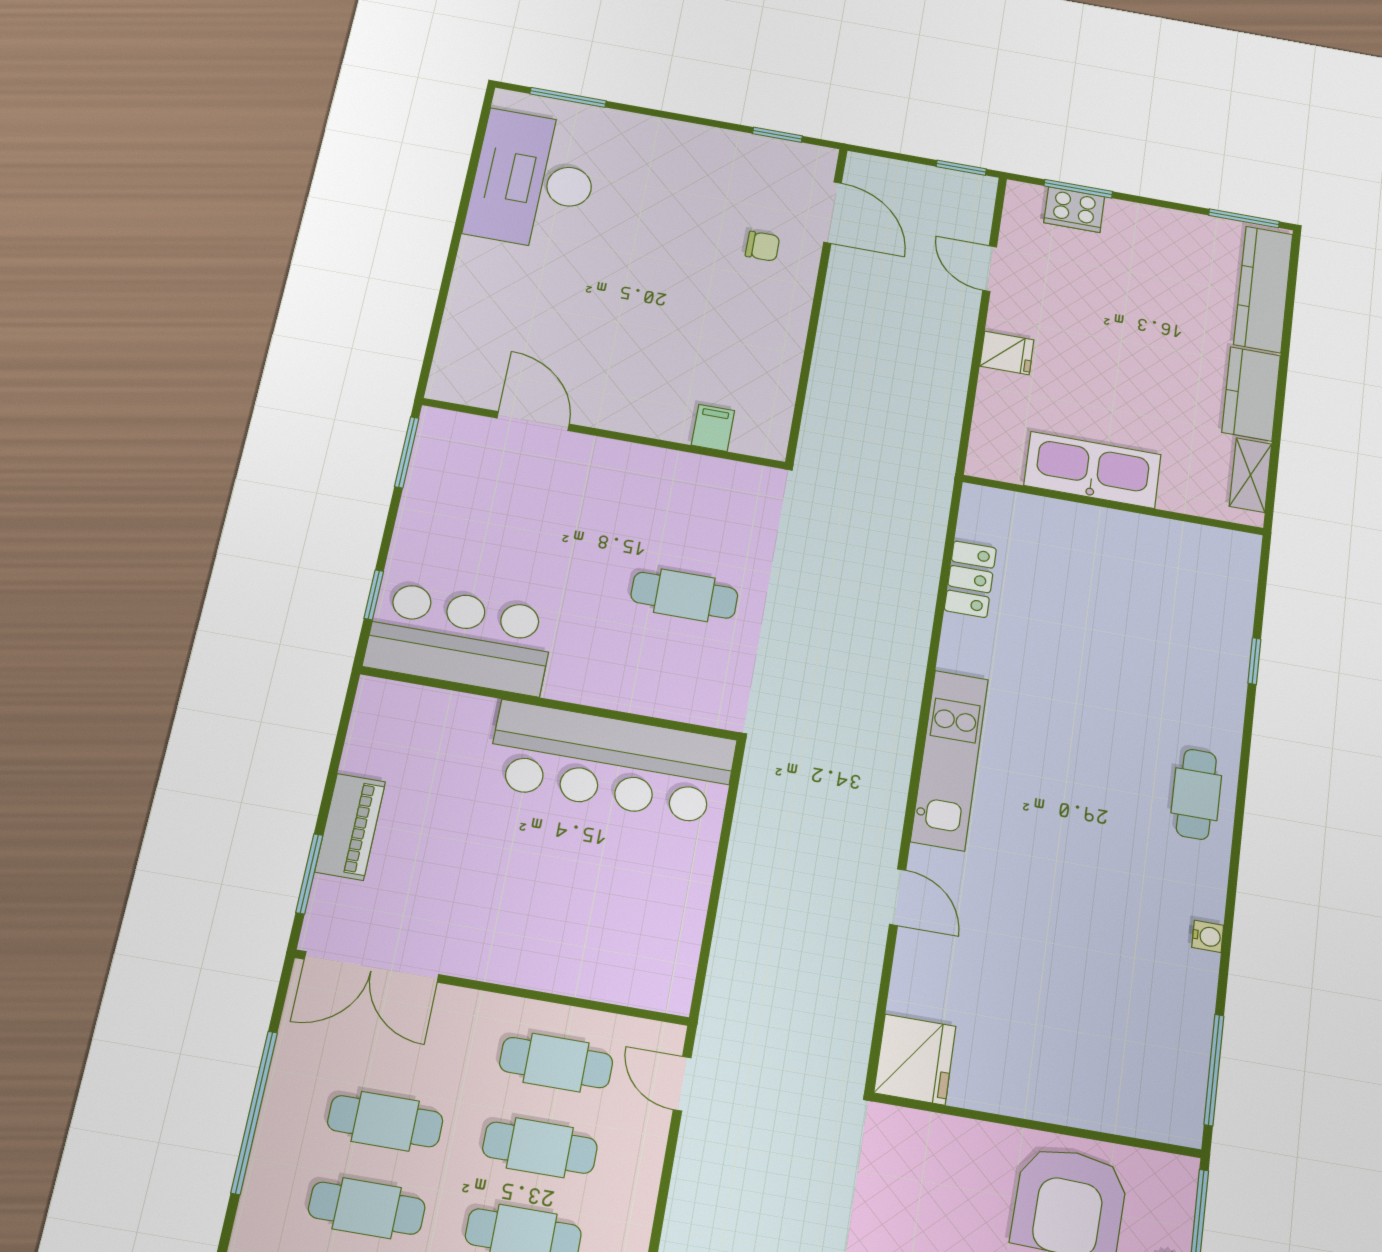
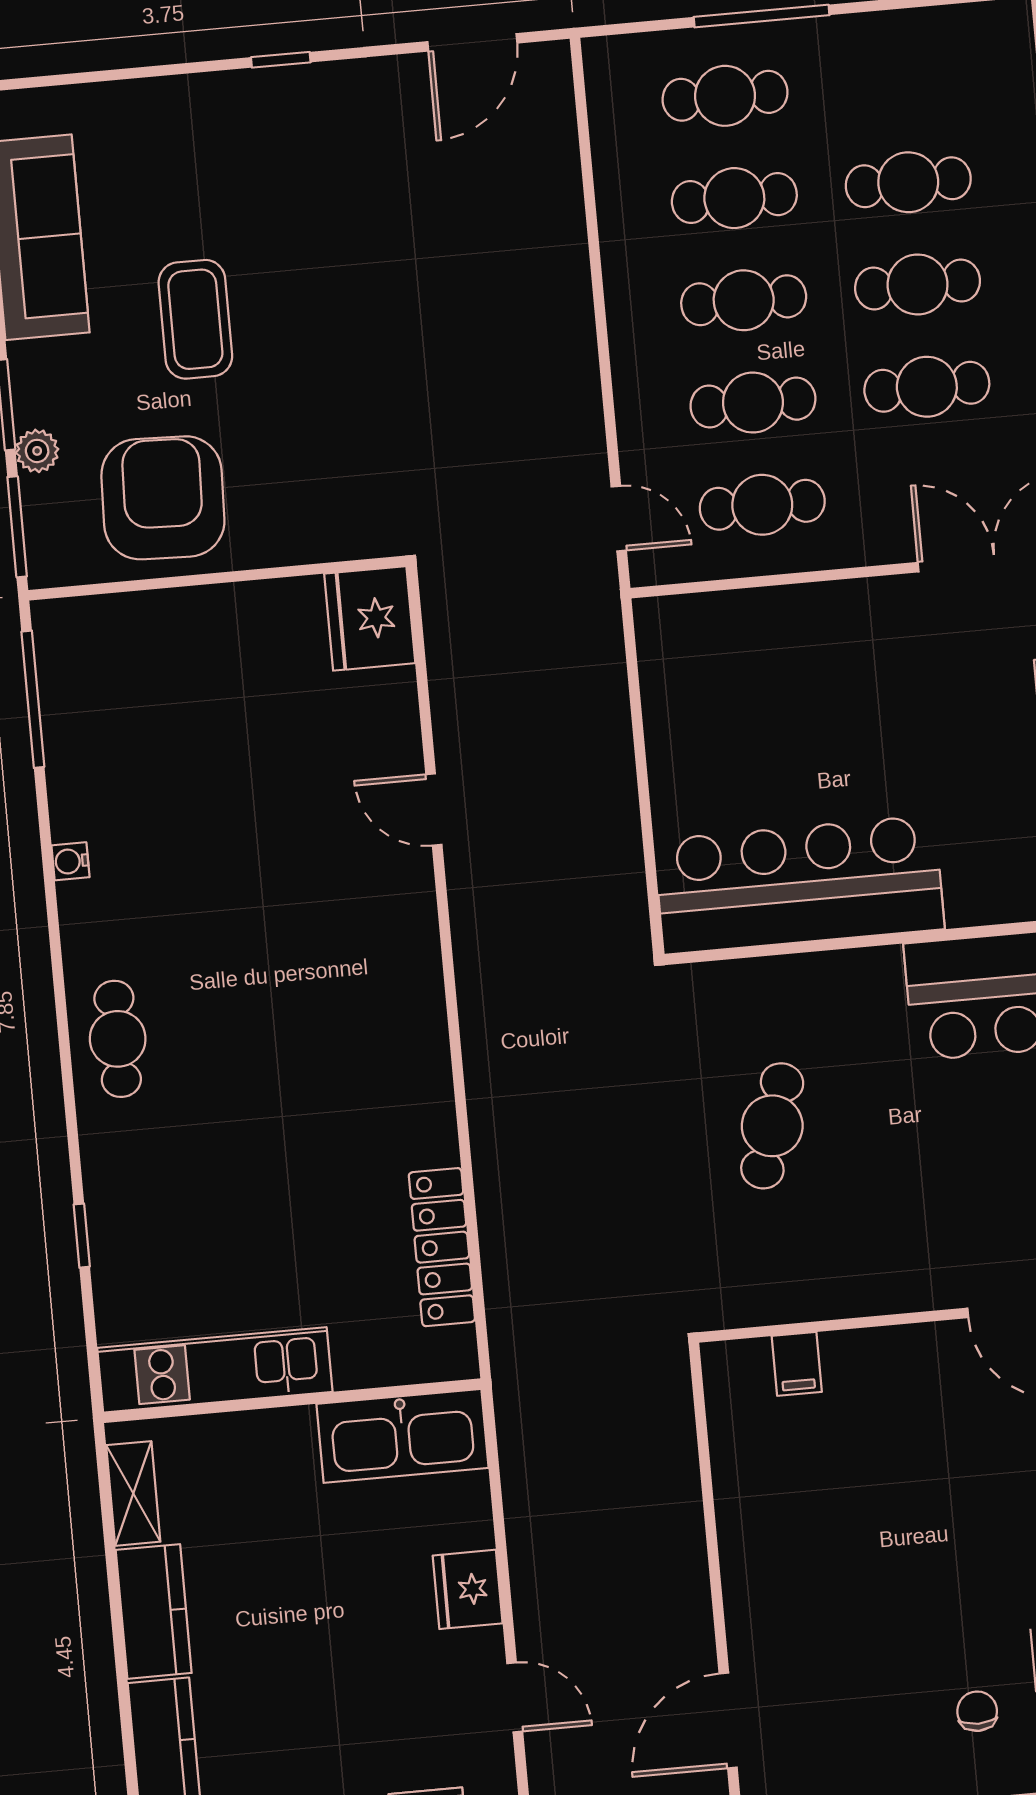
door: (833, 213) -> (728, 1720), hinge flipped
chair: (762, 246) -> (977, 1711), moved, turned 90
fridge: (1007, 353) -> (468, 1589), width x1.38
kitchen sink: (1093, 470) -> (402, 1436), moved
locker: (970, 579) -> (442, 1247), width x1.53
cafe table: (684, 595) -> (772, 1126), turned -72
kitchen unit: (950, 760) -> (215, 1370), moved, turned 90

